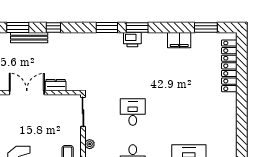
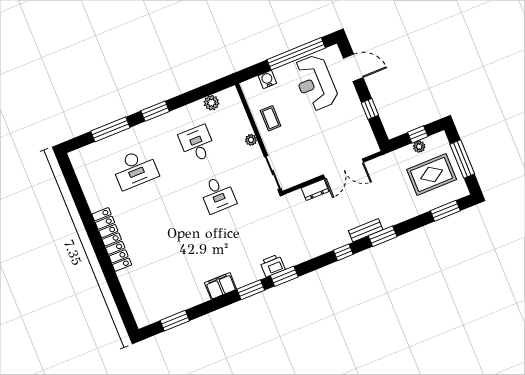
bench: (29, 38) -> (366, 230), width x0.73
printer: (132, 40) -> (272, 265), moved
filing cabinet: (179, 40) -> (221, 286), moved
locker: (229, 66) -> (112, 239), moved

